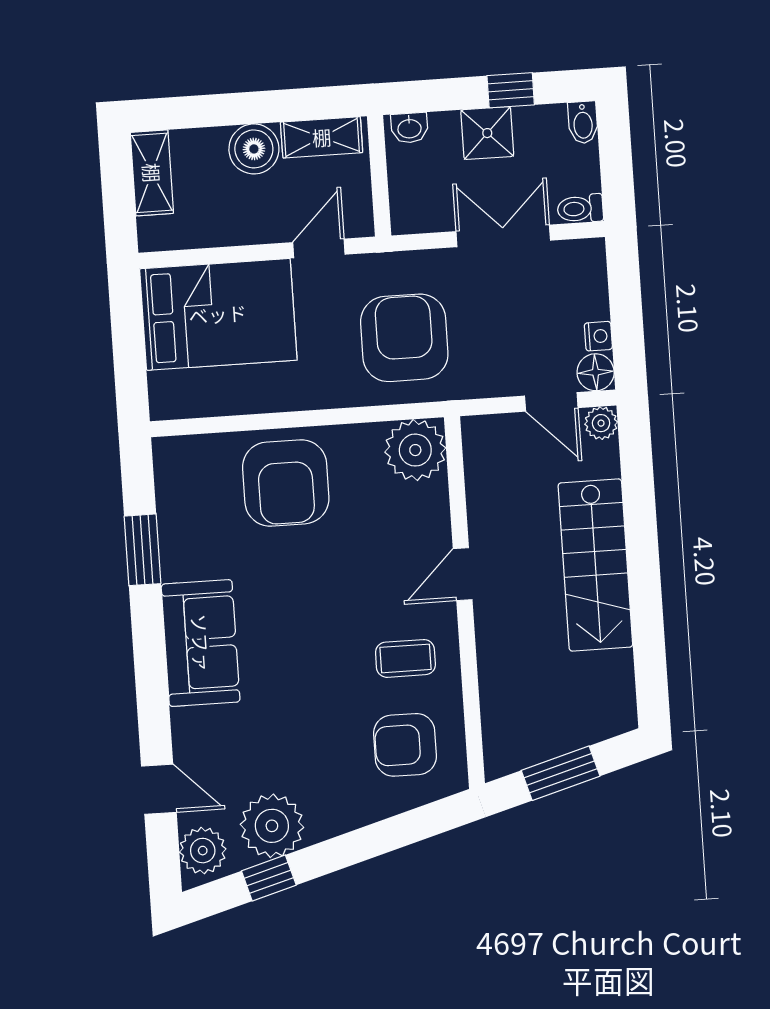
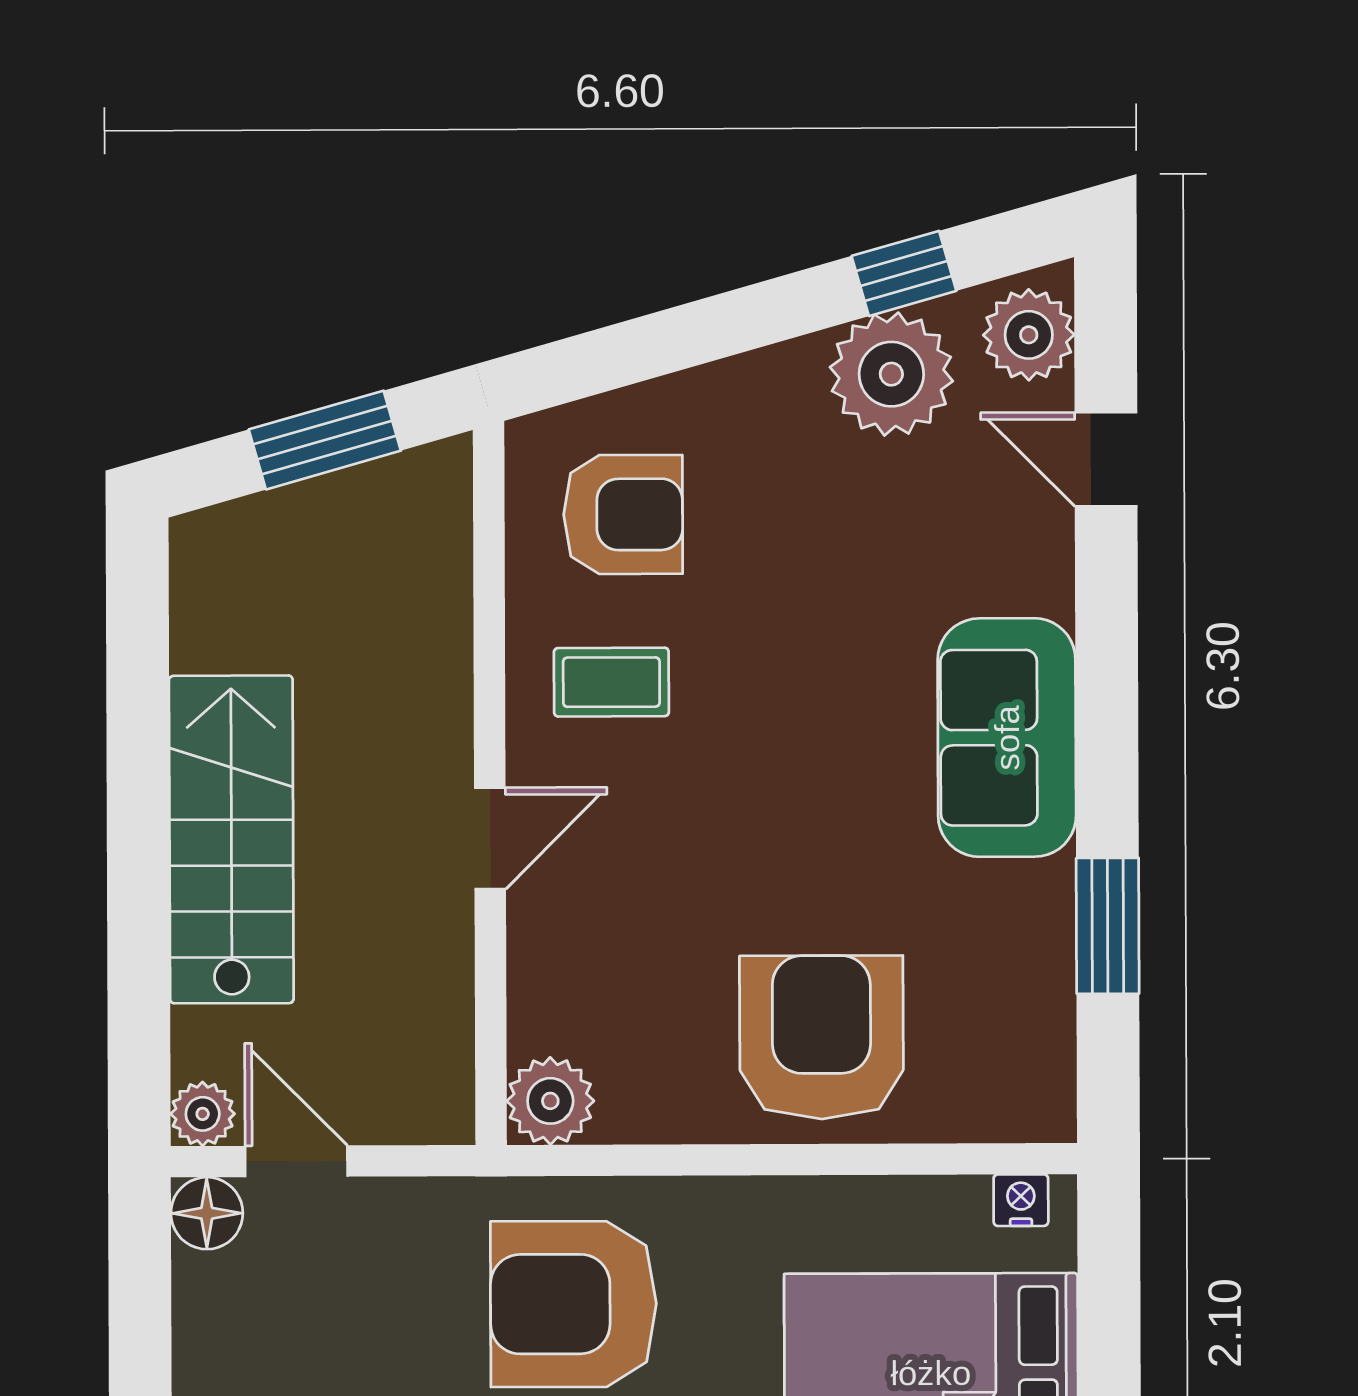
nightstand: (598, 336) -> (1021, 1200), moved, turned 90
armchair: (404, 338) -> (573, 1304), turned 90
plant: (415, 450) -> (550, 1101), width x0.73, depth x0.73

